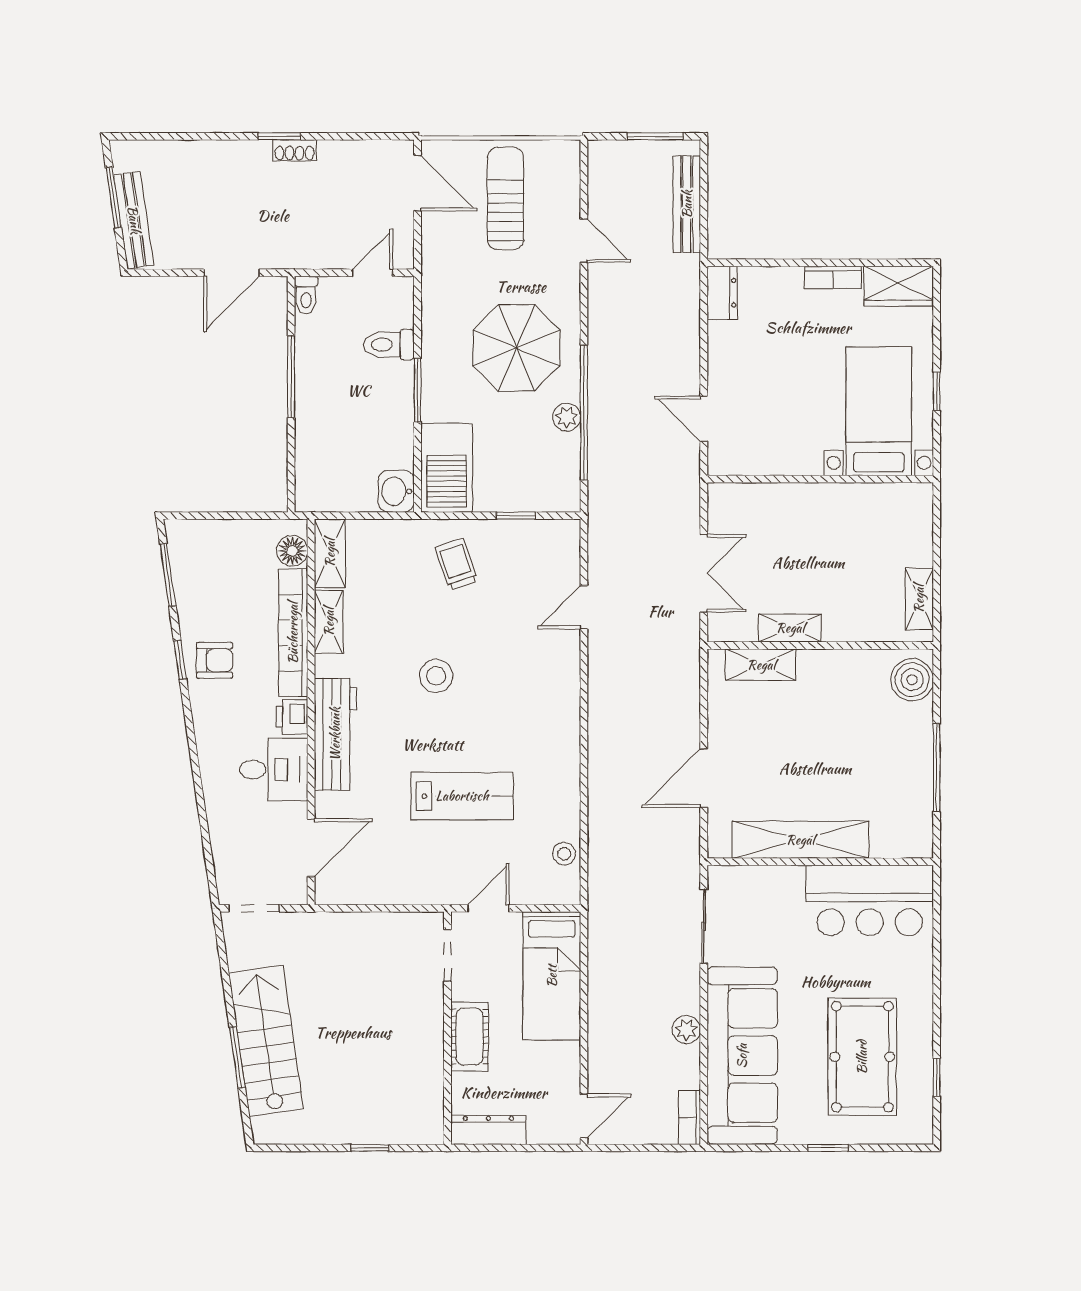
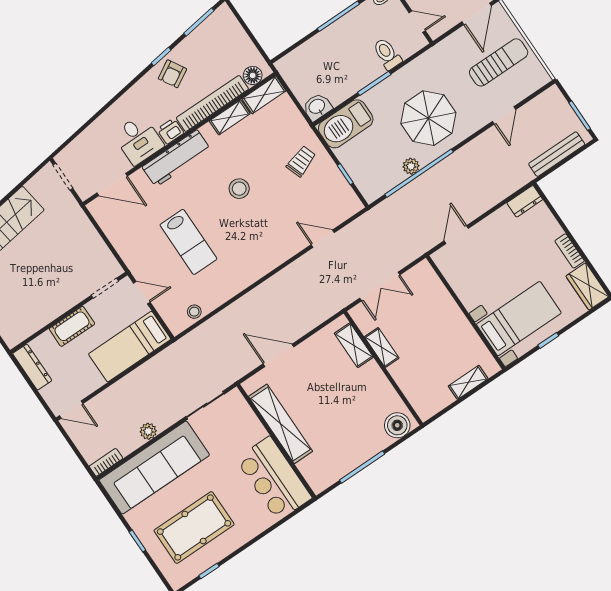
shelving: (919, 599) -> (468, 382), moved
armchair: (215, 660) -> (172, 74), turned 60

